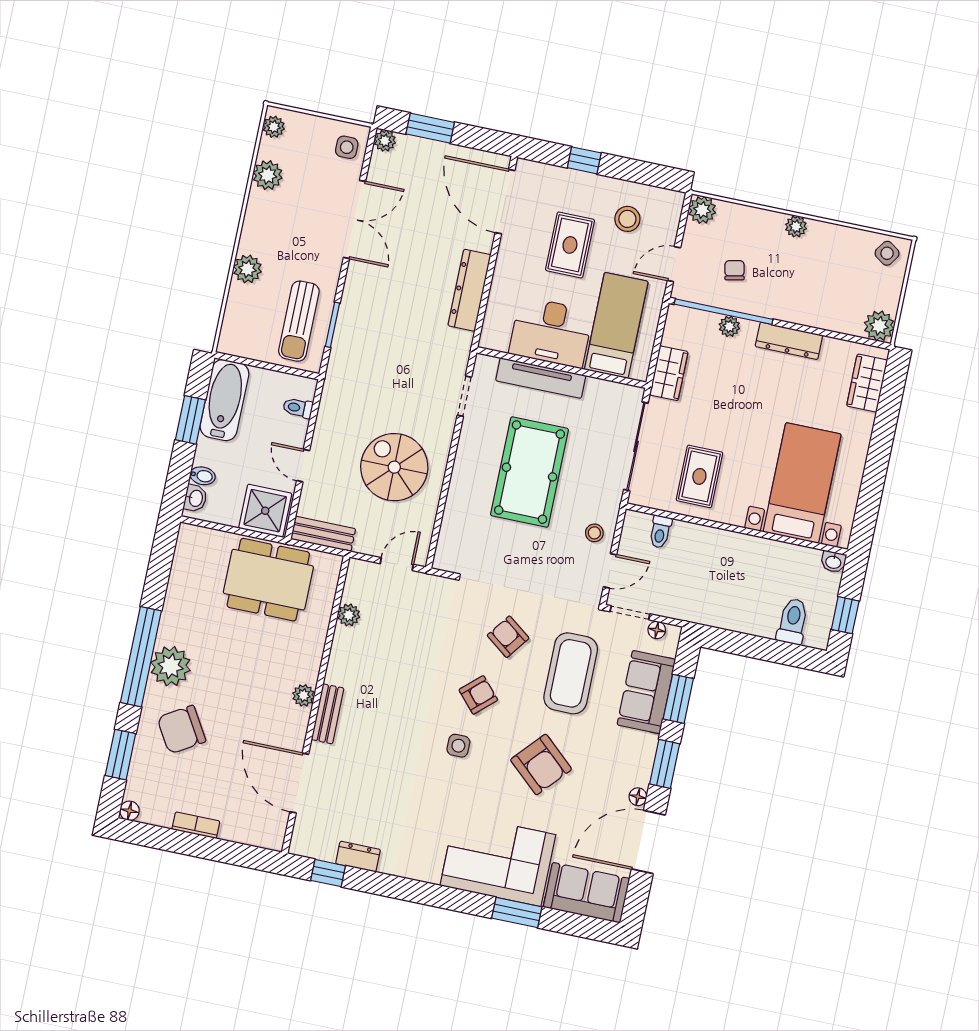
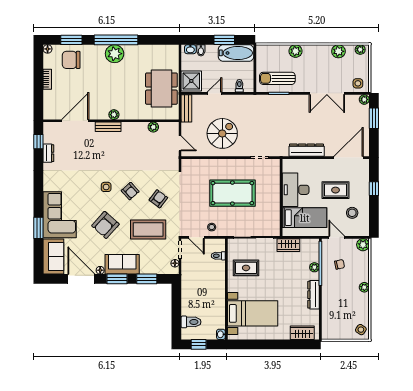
plant: (879, 326) -> (328, 333), removed
tv unit: (541, 378) -> (275, 189), removed
sofa: (646, 692) -> (122, 264), moved
chair: (181, 730) -> (71, 60), moved, turned -59

